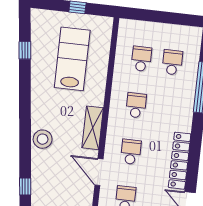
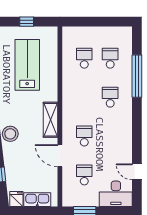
school desk: (136, 105) -> (110, 97), moved
locker: (180, 161) -> (125, 139), removed

